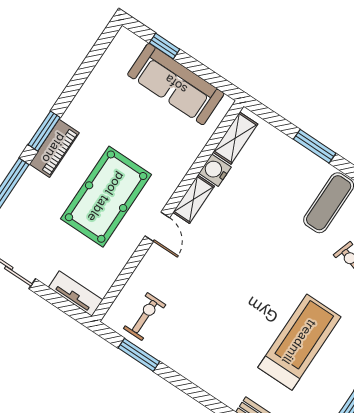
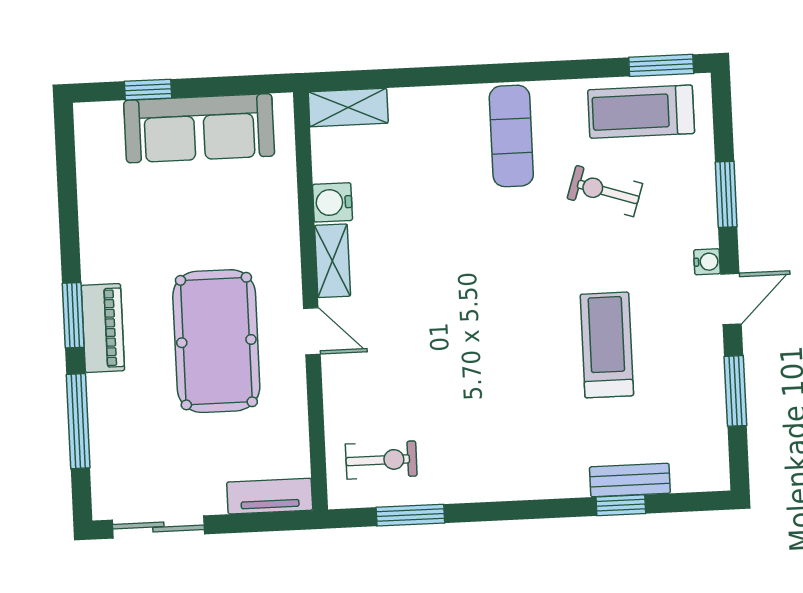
shelving: (235, 138) -> (348, 107), moved, turned 90
window: (315, 146) -> (439, 76), removed
exercise bike: (145, 317) -> (381, 460), turned 90
treadmill: (299, 342) -> (607, 345), width x0.73, depth x0.73

